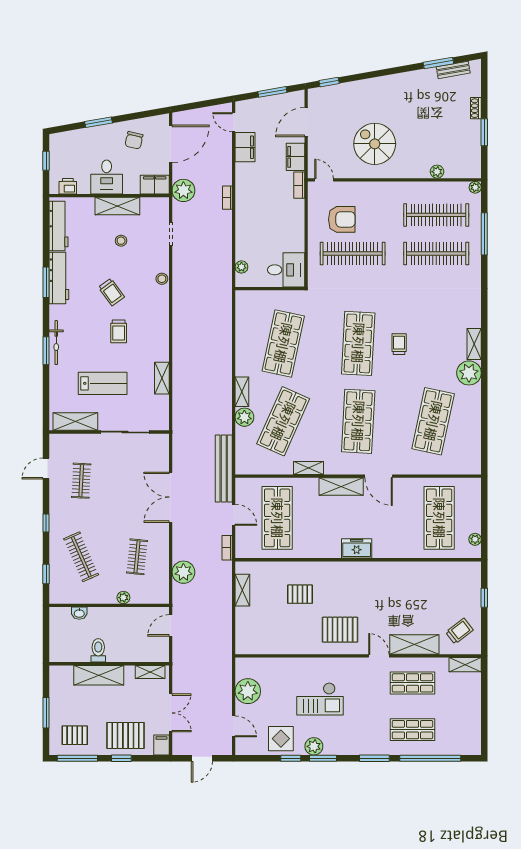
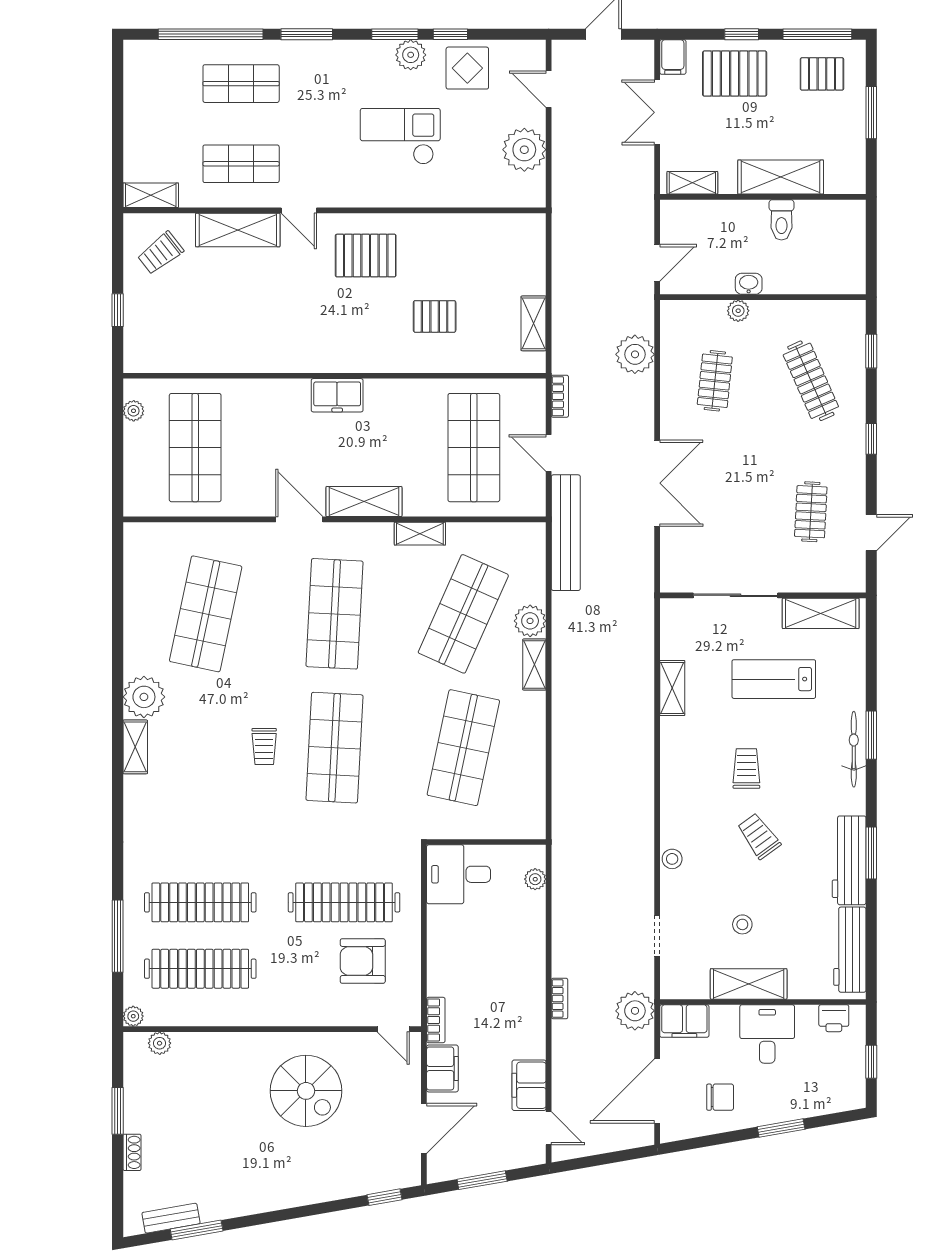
chair: (134, 140) -> (720, 1097), turned 77
plant: (437, 172) -> (160, 1043), moved
washbasin: (79, 613) -> (749, 284), moved

